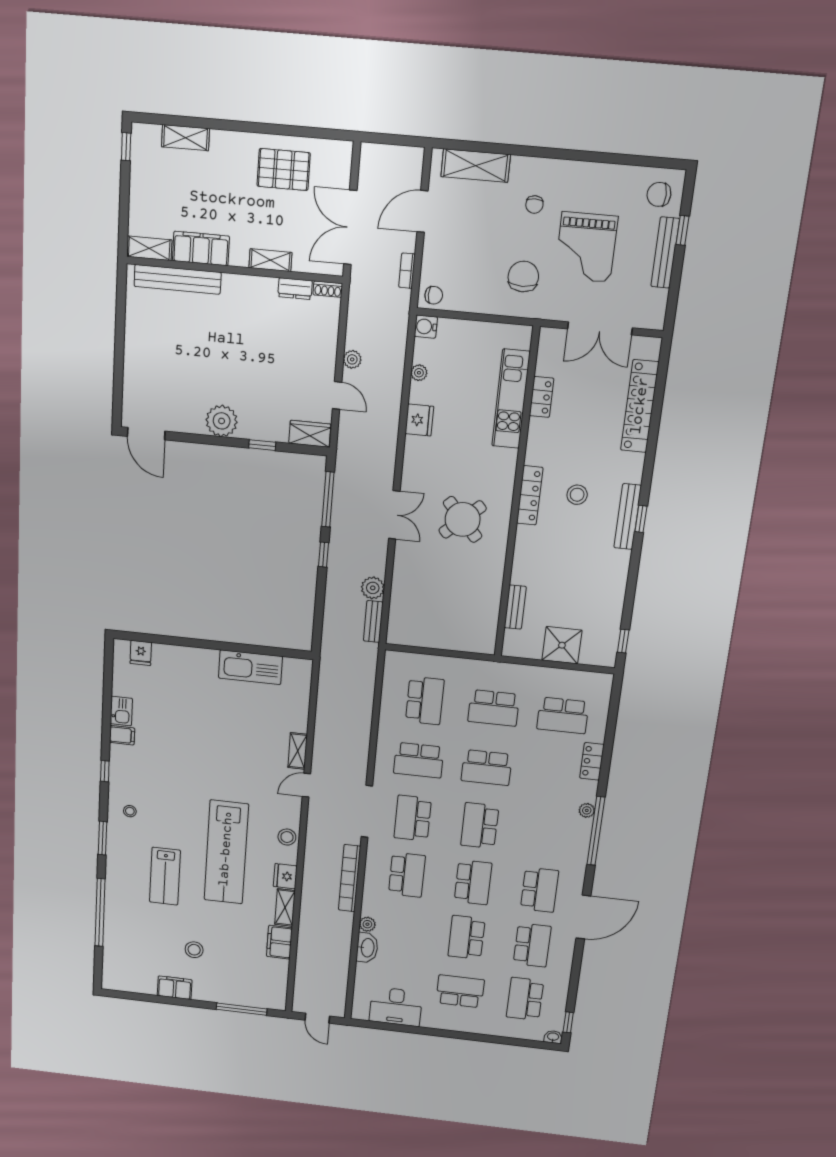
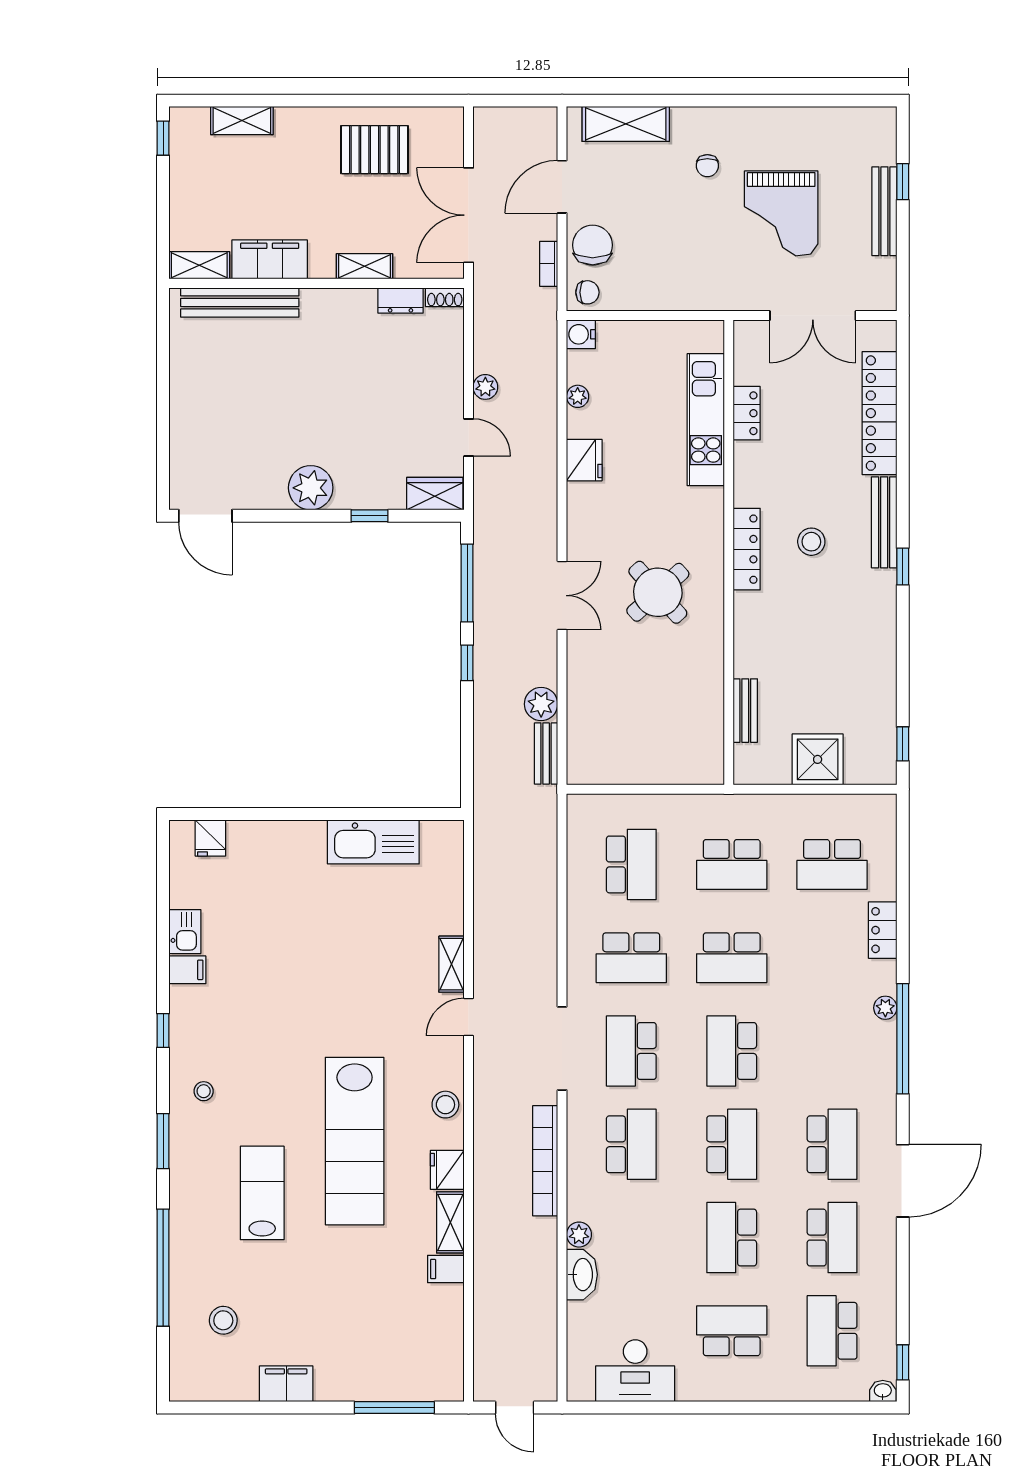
chair: (659, 194) -> (866, 140), removed
chair: (523, 277) -> (593, 245), moved
bench: (628, 517) -> (884, 522), moved
lab bench: (165, 876) -> (262, 1193), turned 180
filing cabinet: (279, 942) -> (446, 1269), width x0.50
stool: (194, 950) -> (223, 1320), moved

